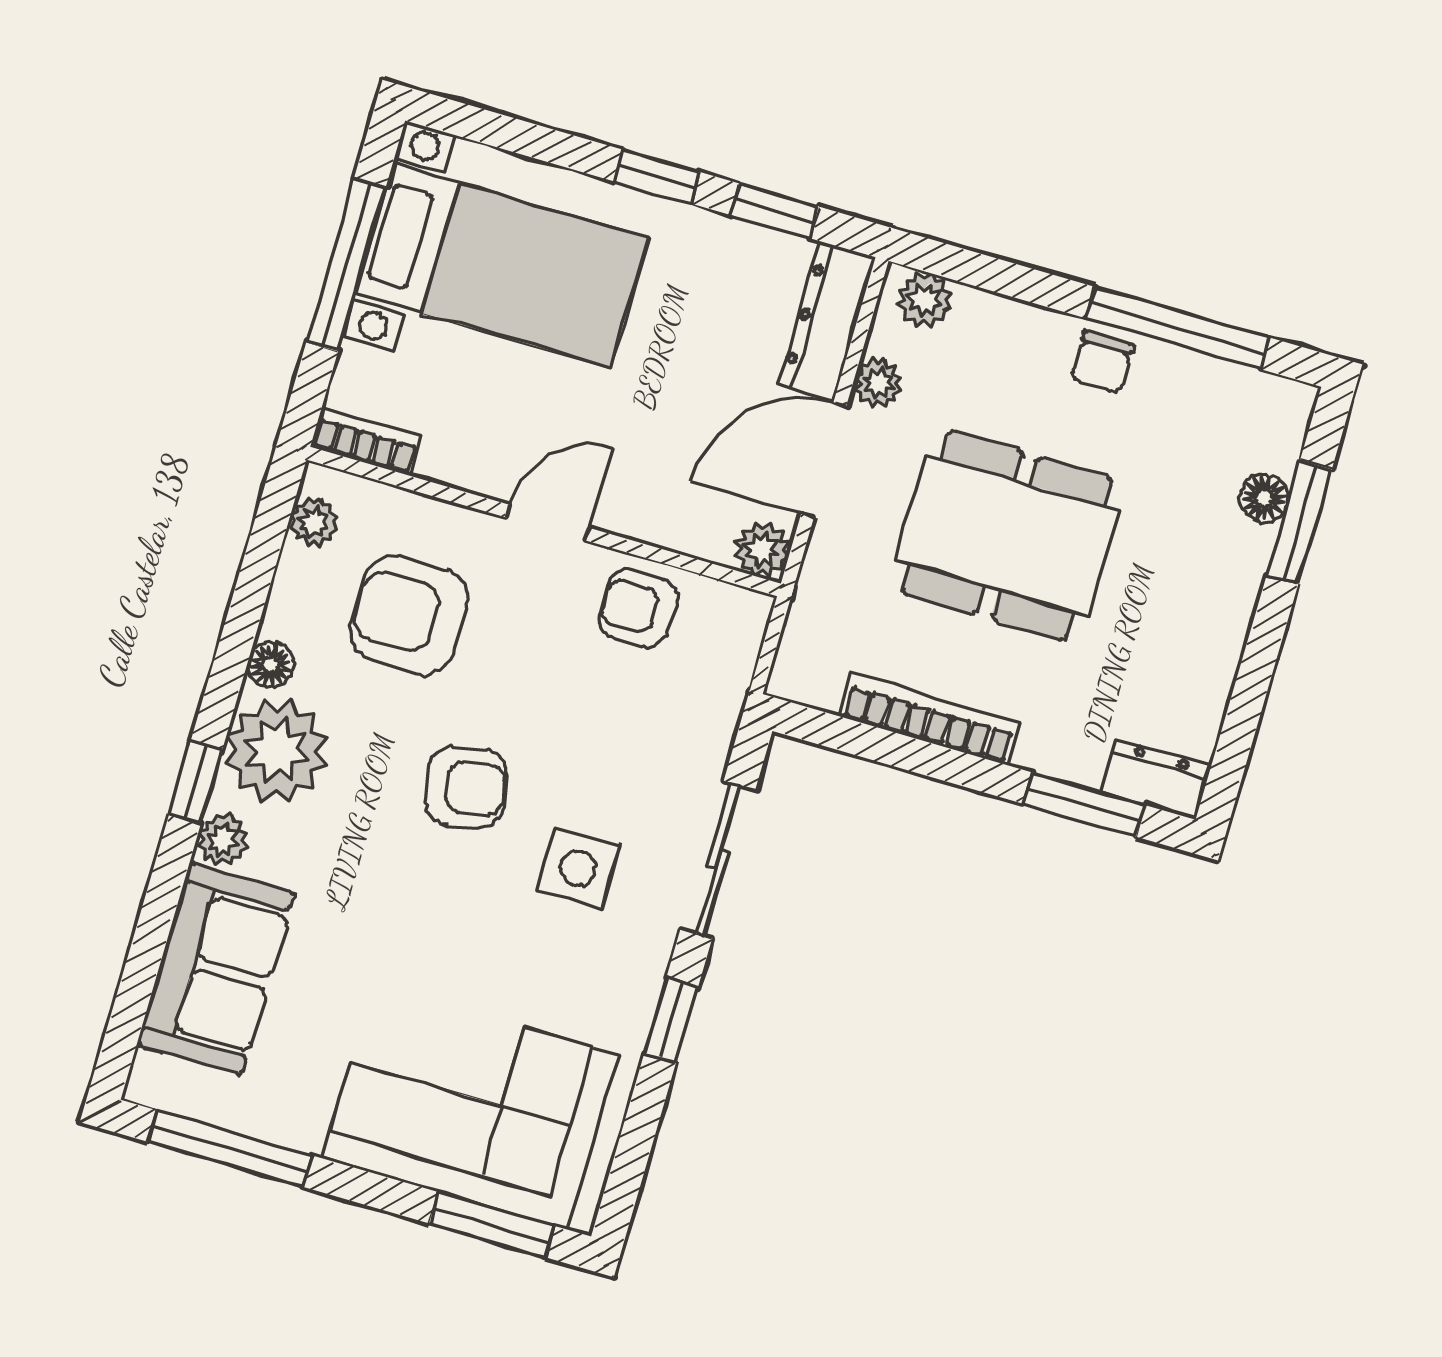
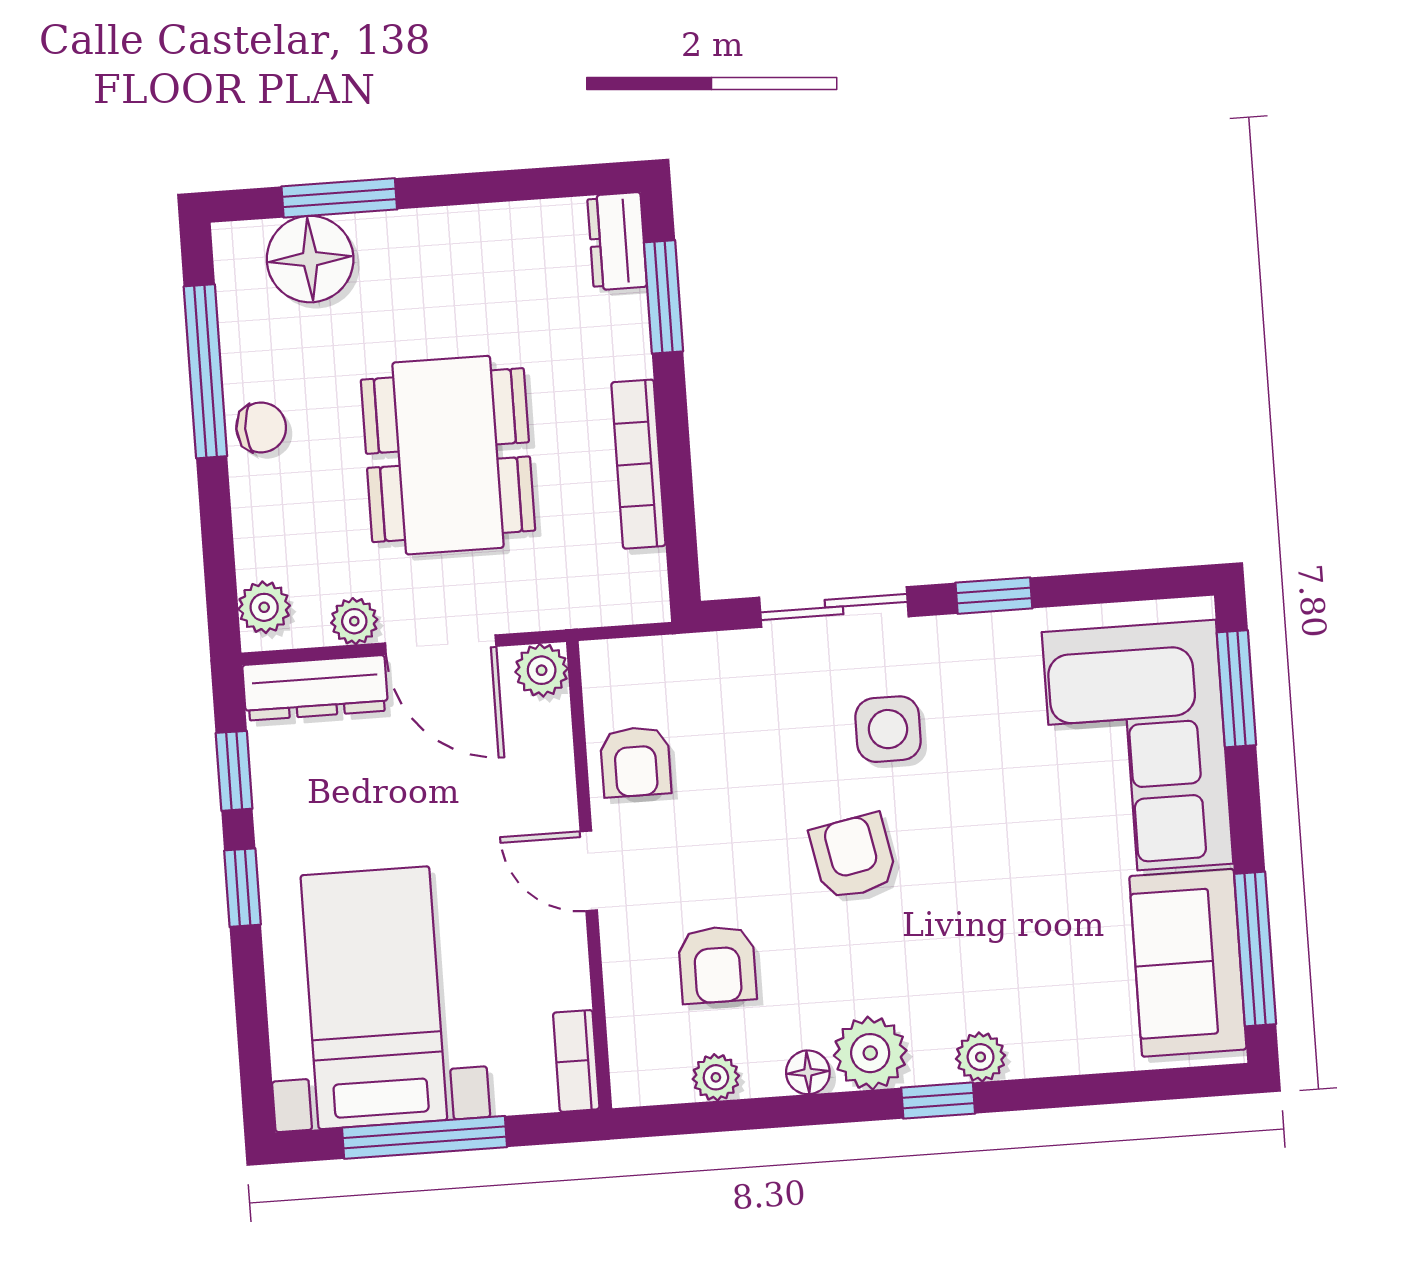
floor lamp: (1264, 498) -> (310, 259), width x1.89, depth x1.89
plant: (314, 522) -> (716, 1077), moved
armchair: (409, 615) -> (717, 965), width x0.72, depth x0.72
plant: (276, 750) -> (870, 1053), width x0.73, depth x0.73
sofa: (216, 969) -> (1188, 963), moved, turned -90

